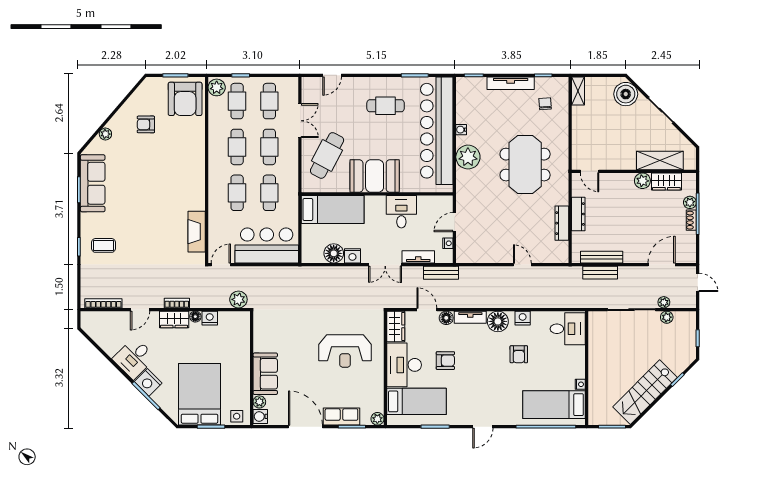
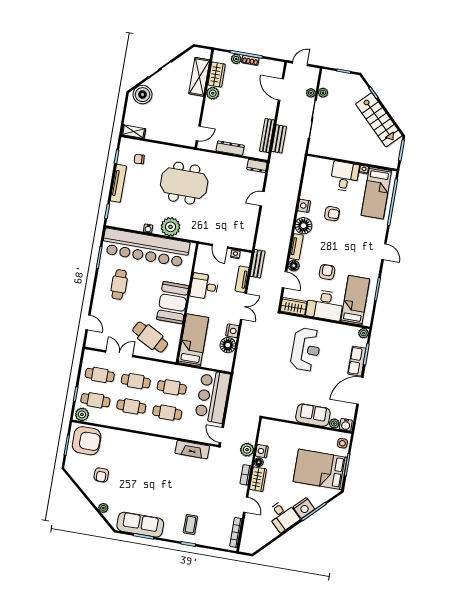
dresser: (562, 223) -> (257, 166), moved, width x0.70
plant: (238, 299) -> (247, 450), moved
door: (427, 310) -> (285, 280), swing flipped
desk: (568, 329) -> (345, 176), moved

